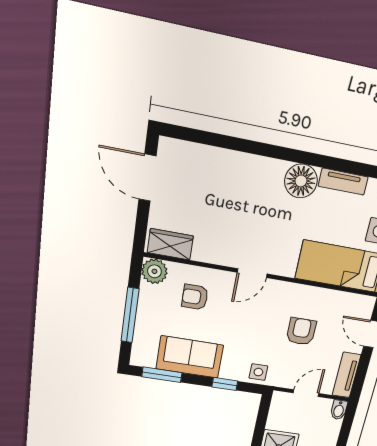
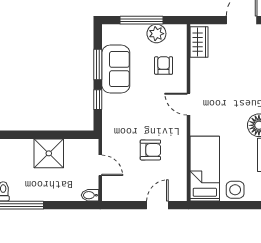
plant: (154, 271) -> (156, 34), moved
side table: (258, 372) -> (112, 124), removed
window: (162, 375) -> (98, 64), moved
tv unit: (346, 375) -> (121, 194), removed

